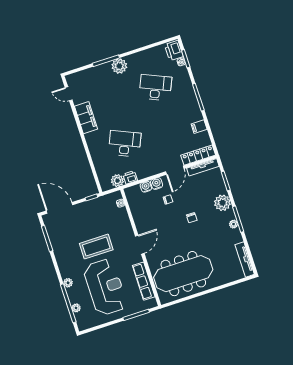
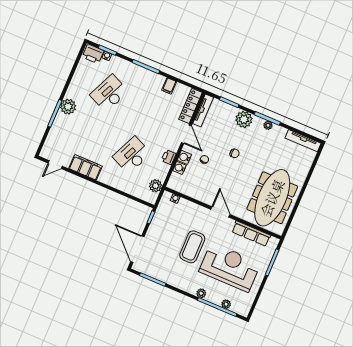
printer: (130, 177) -> (169, 157), moved
door: (60, 208) -> (137, 249), hinge flipped

